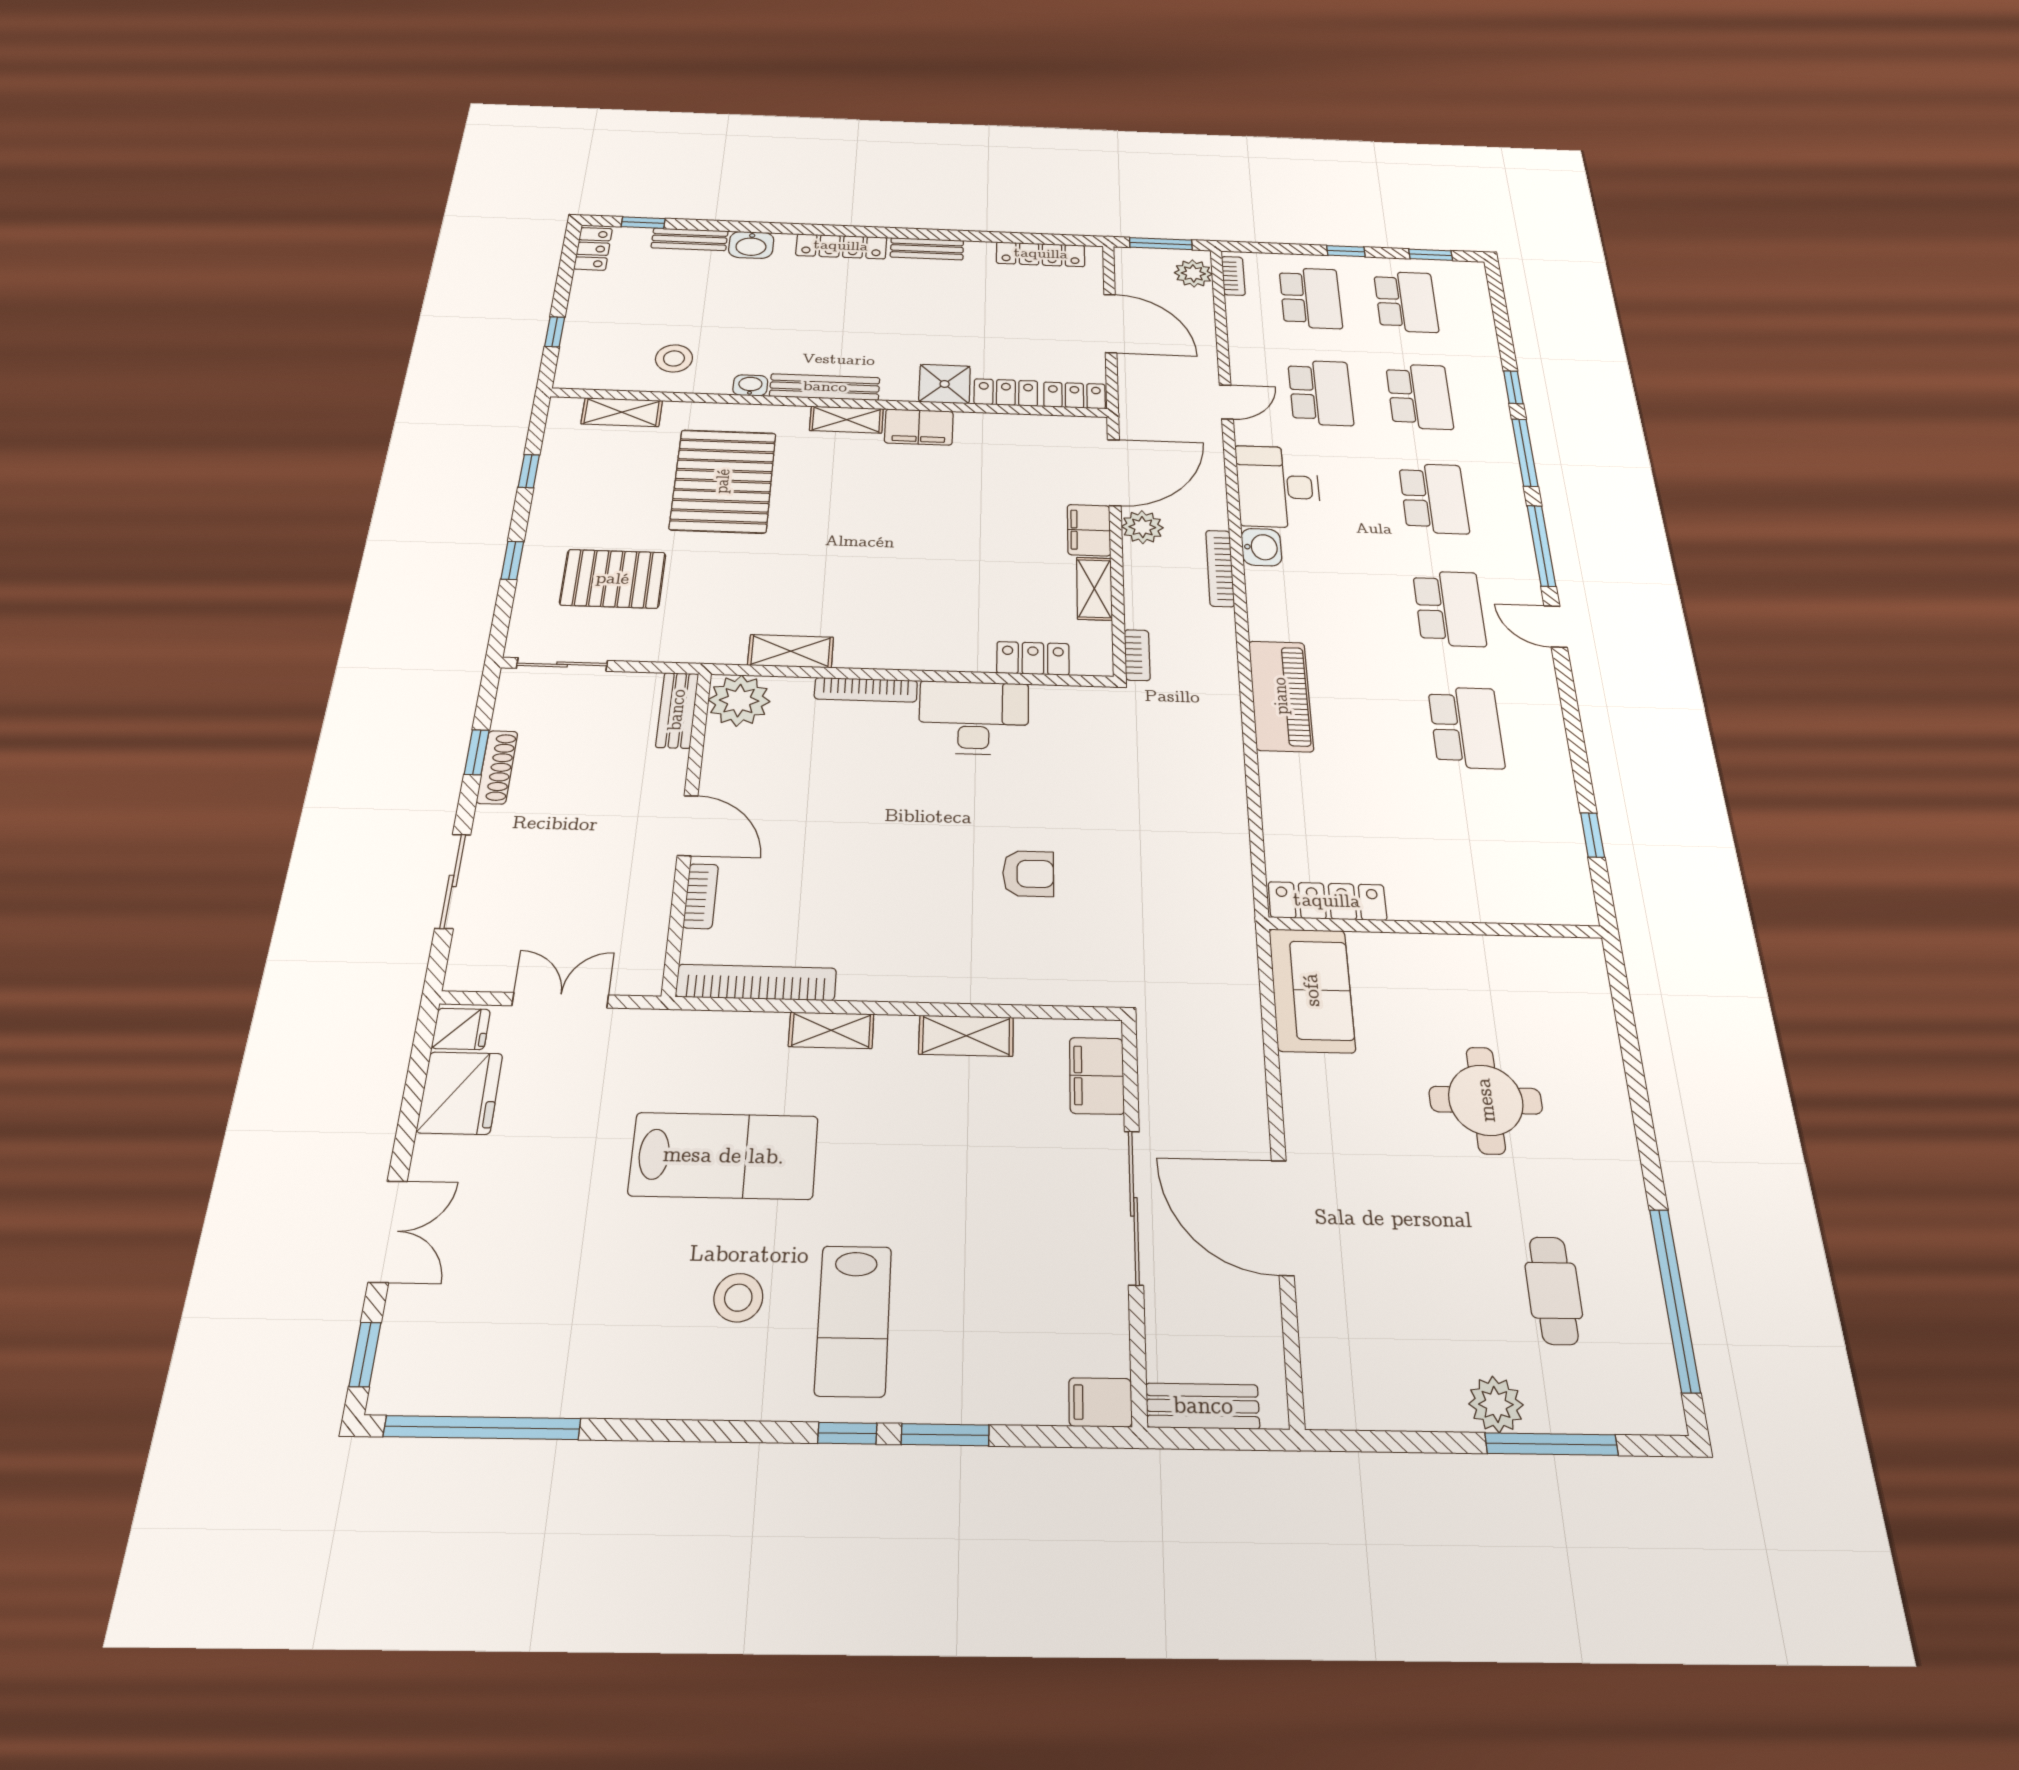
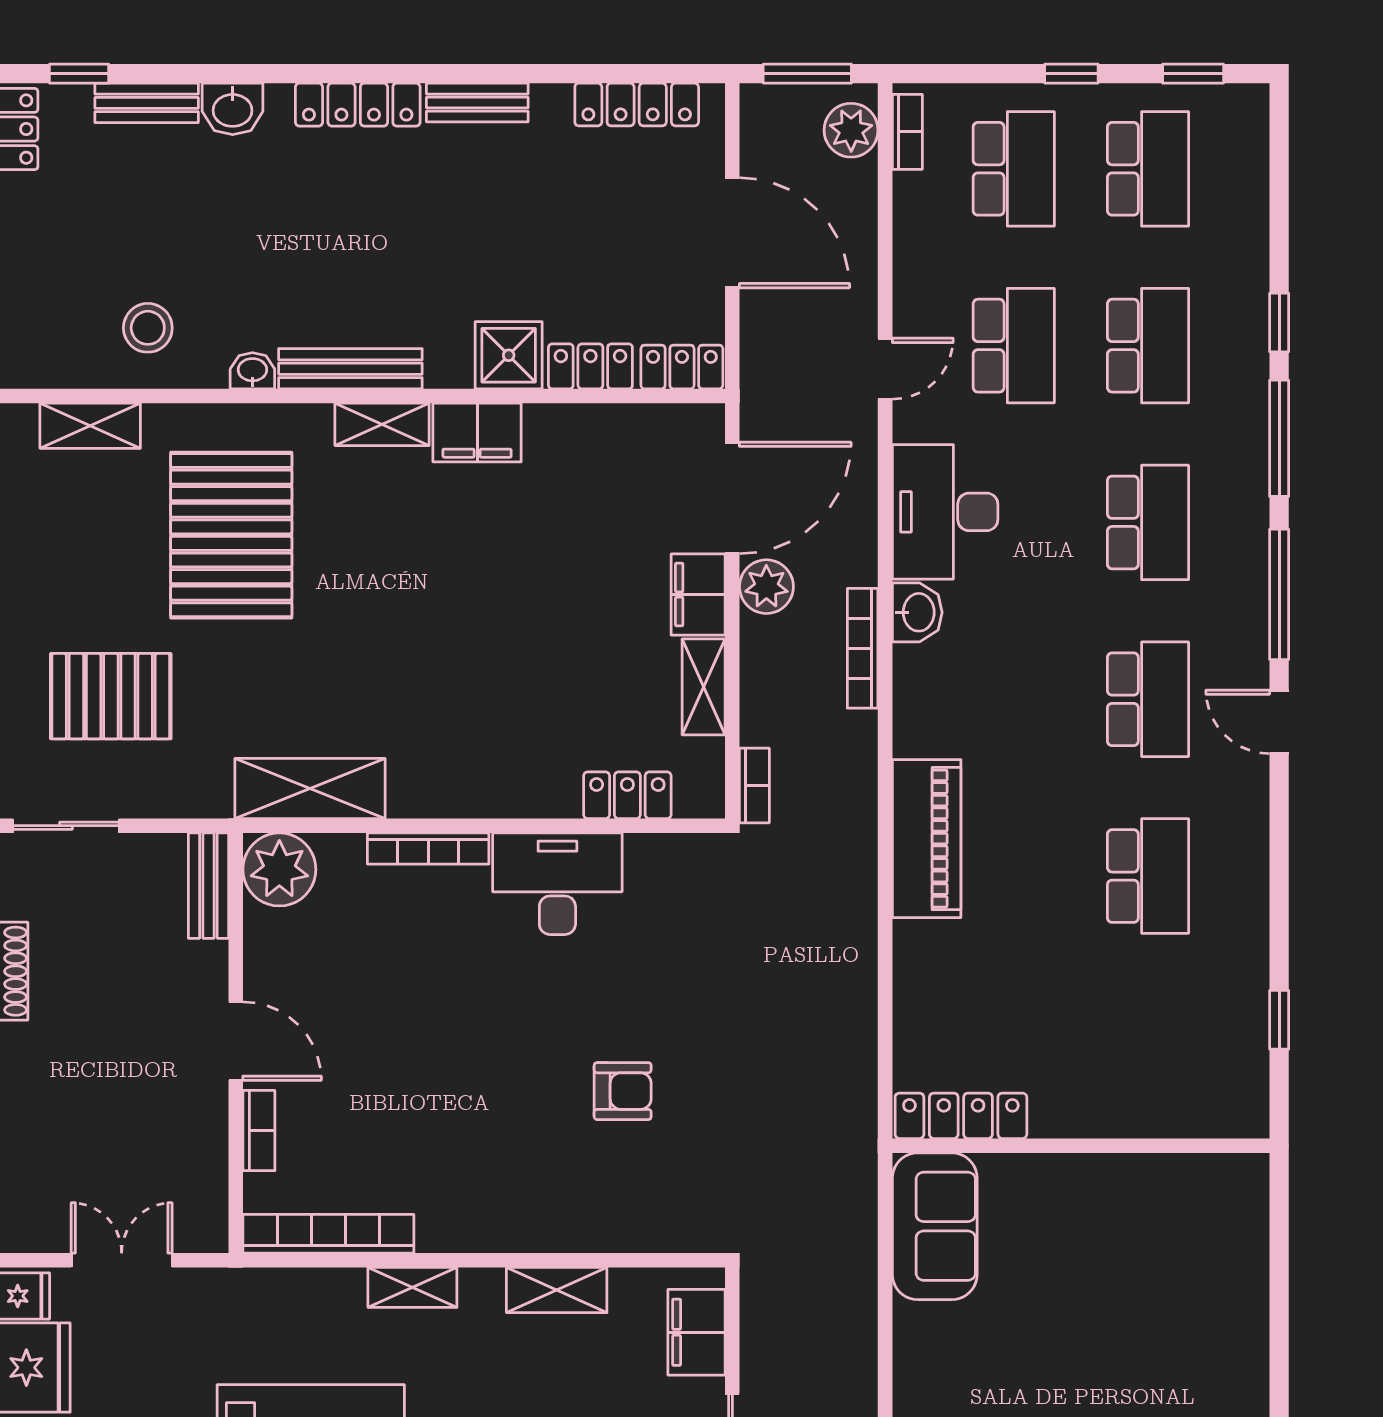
shelving: (791, 651) -> (310, 788), width x1.50, depth x1.33
round table: (1486, 1100) -> (1112, 1350), removed

